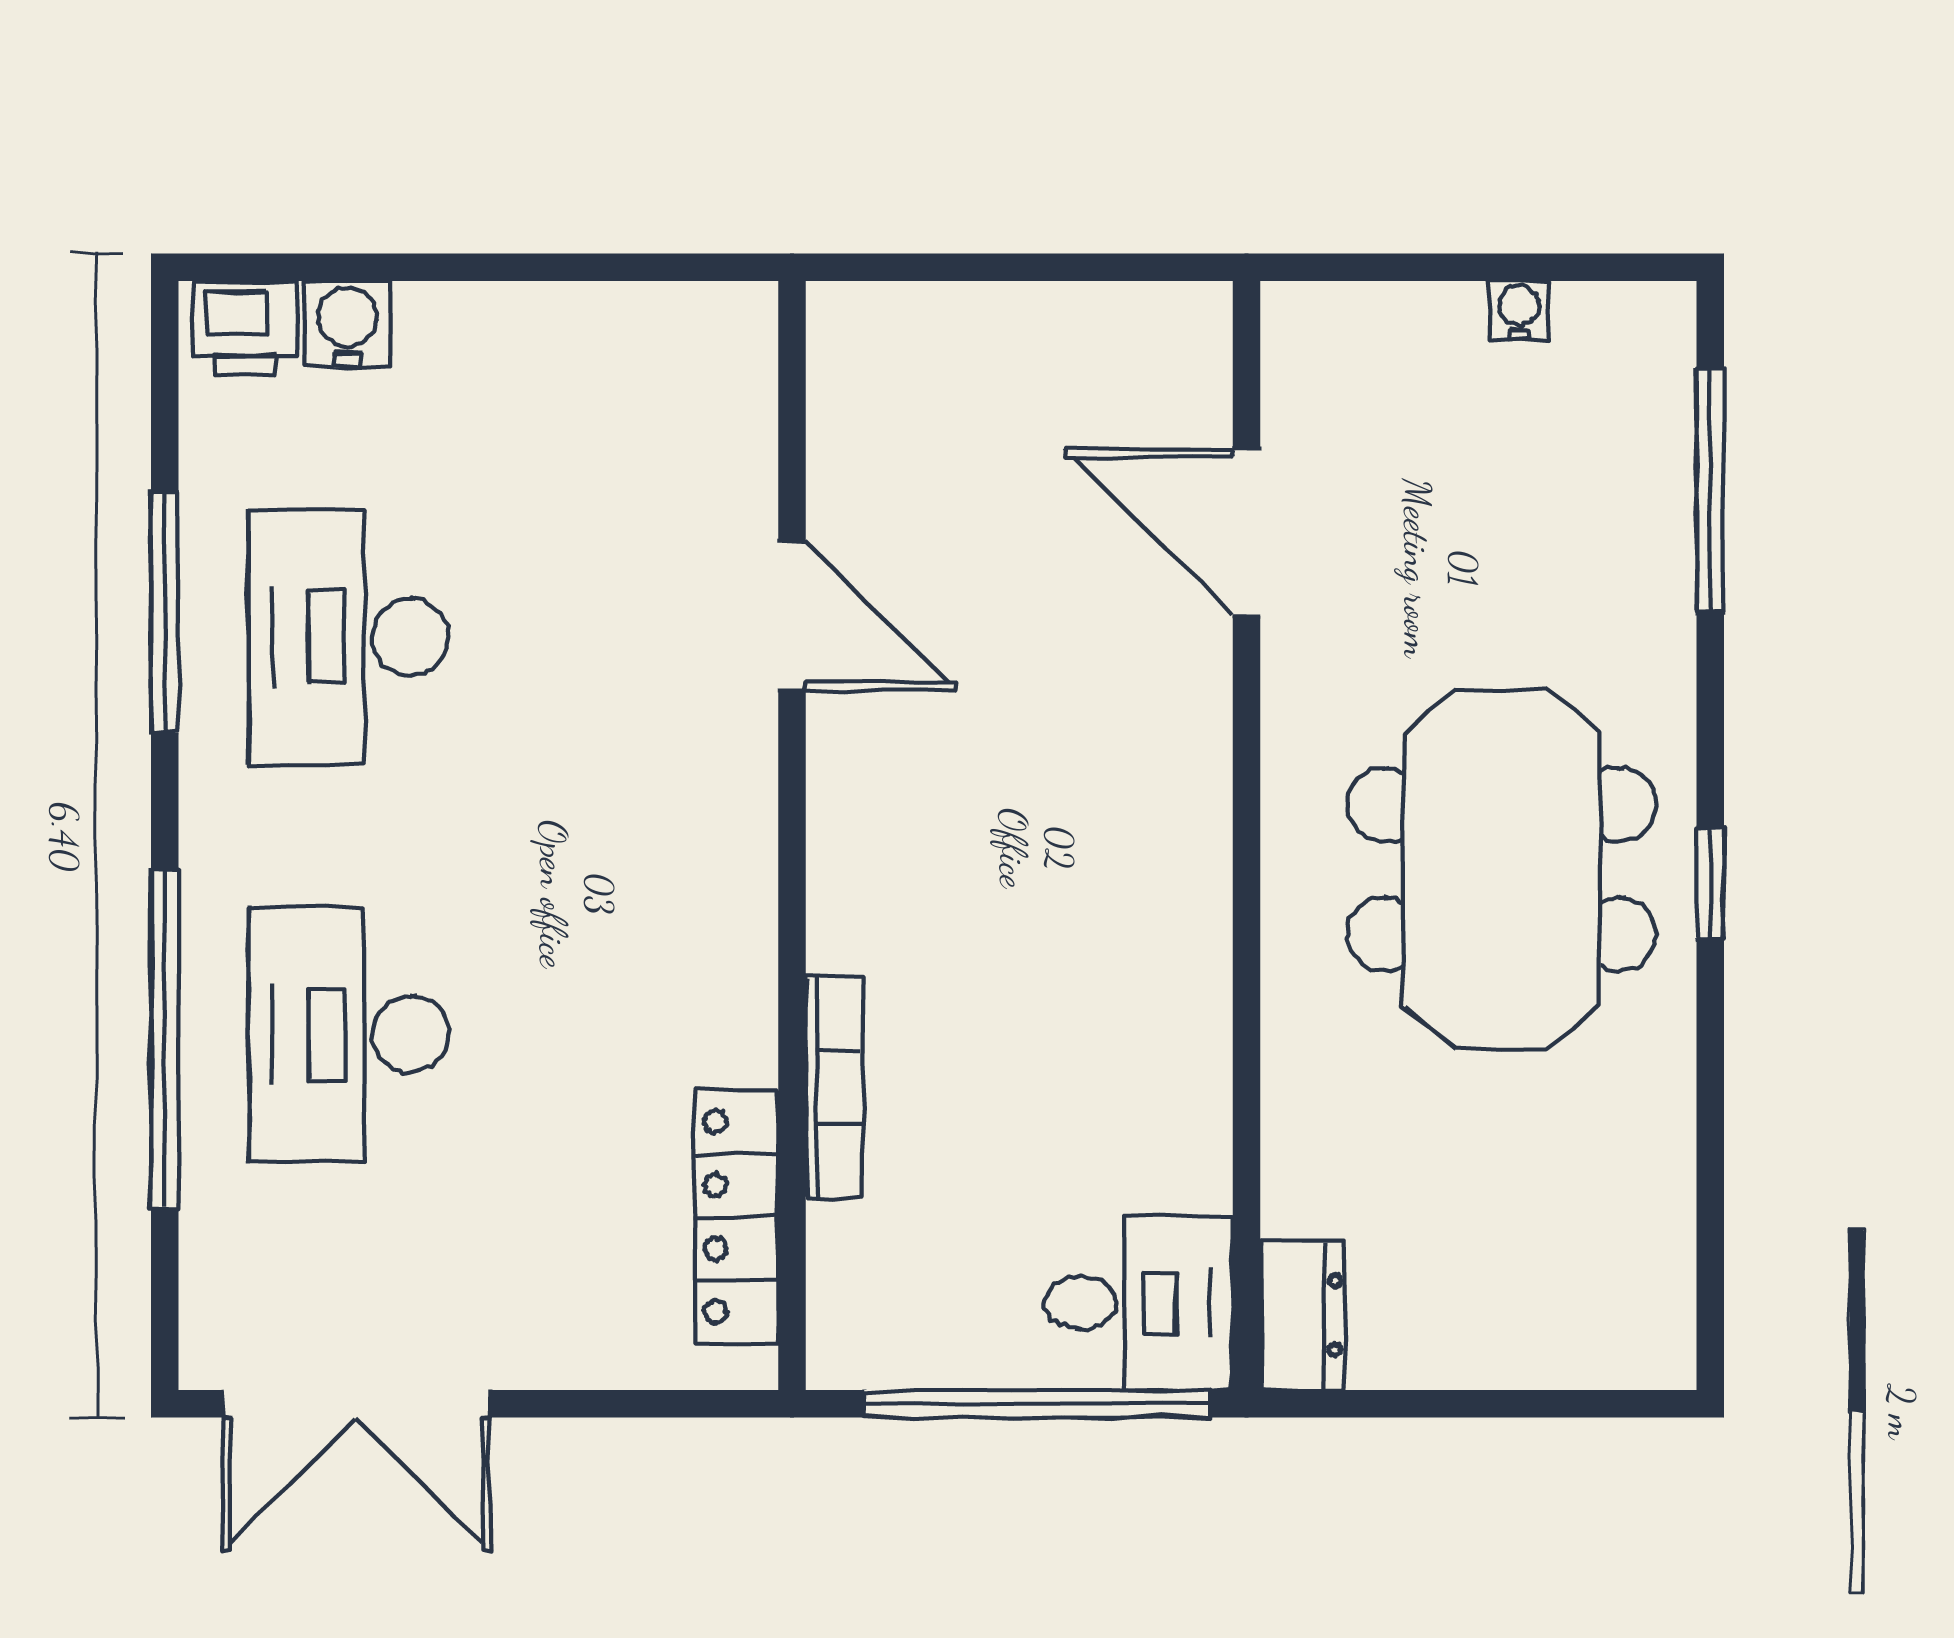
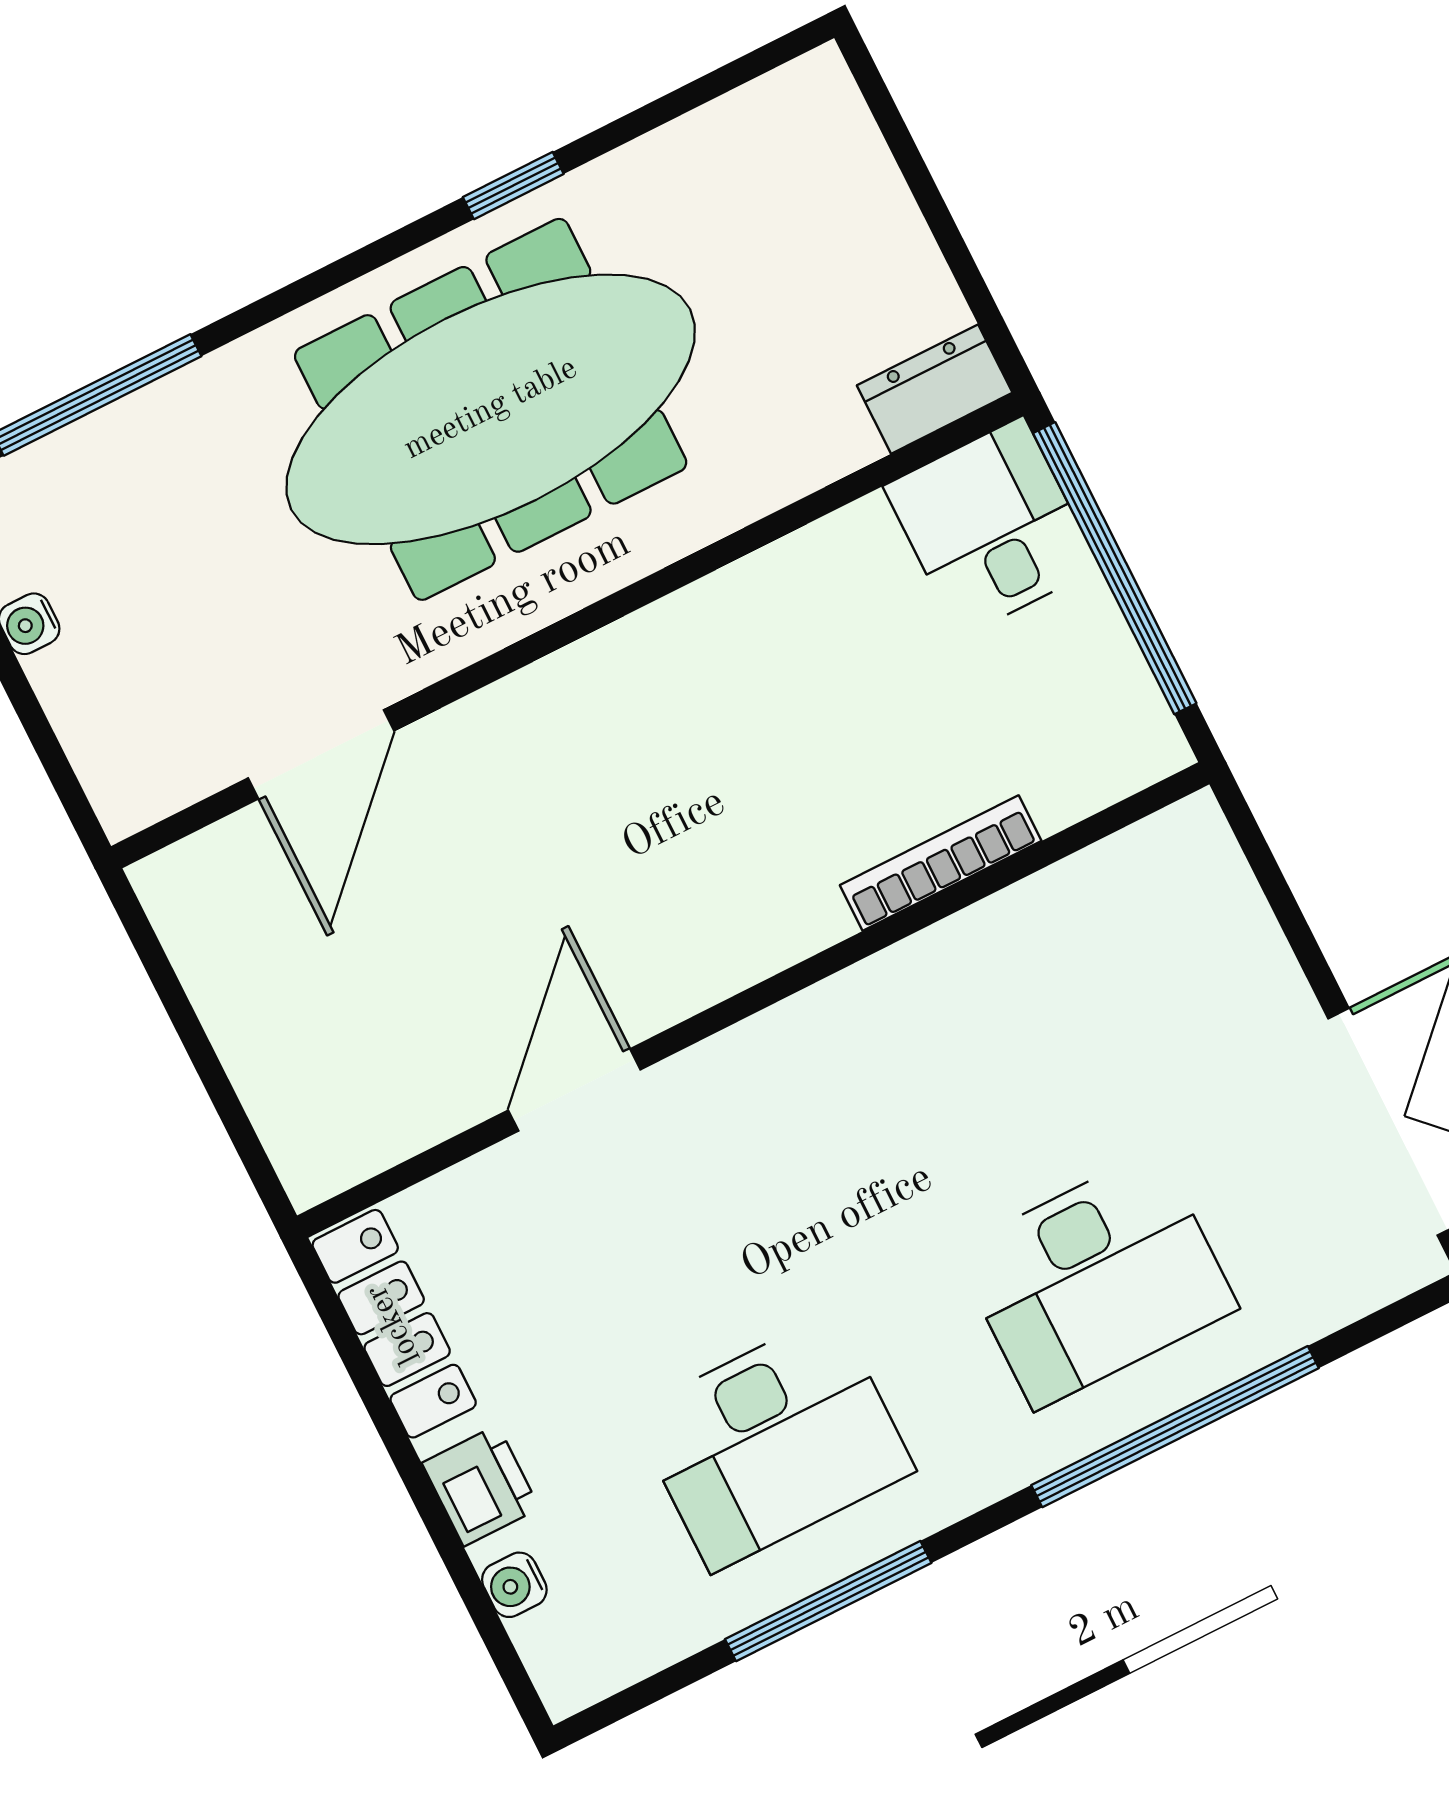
water cooler: (348, 324) -> (514, 1585), width x0.72, depth x0.72
printer: (246, 328) -> (481, 1486), moved
meeting table: (1502, 869) -> (491, 409), width x1.36
window: (1710, 883) -> (513, 186), moved
locker: (736, 1217) -> (394, 1324), moved, turned -90

